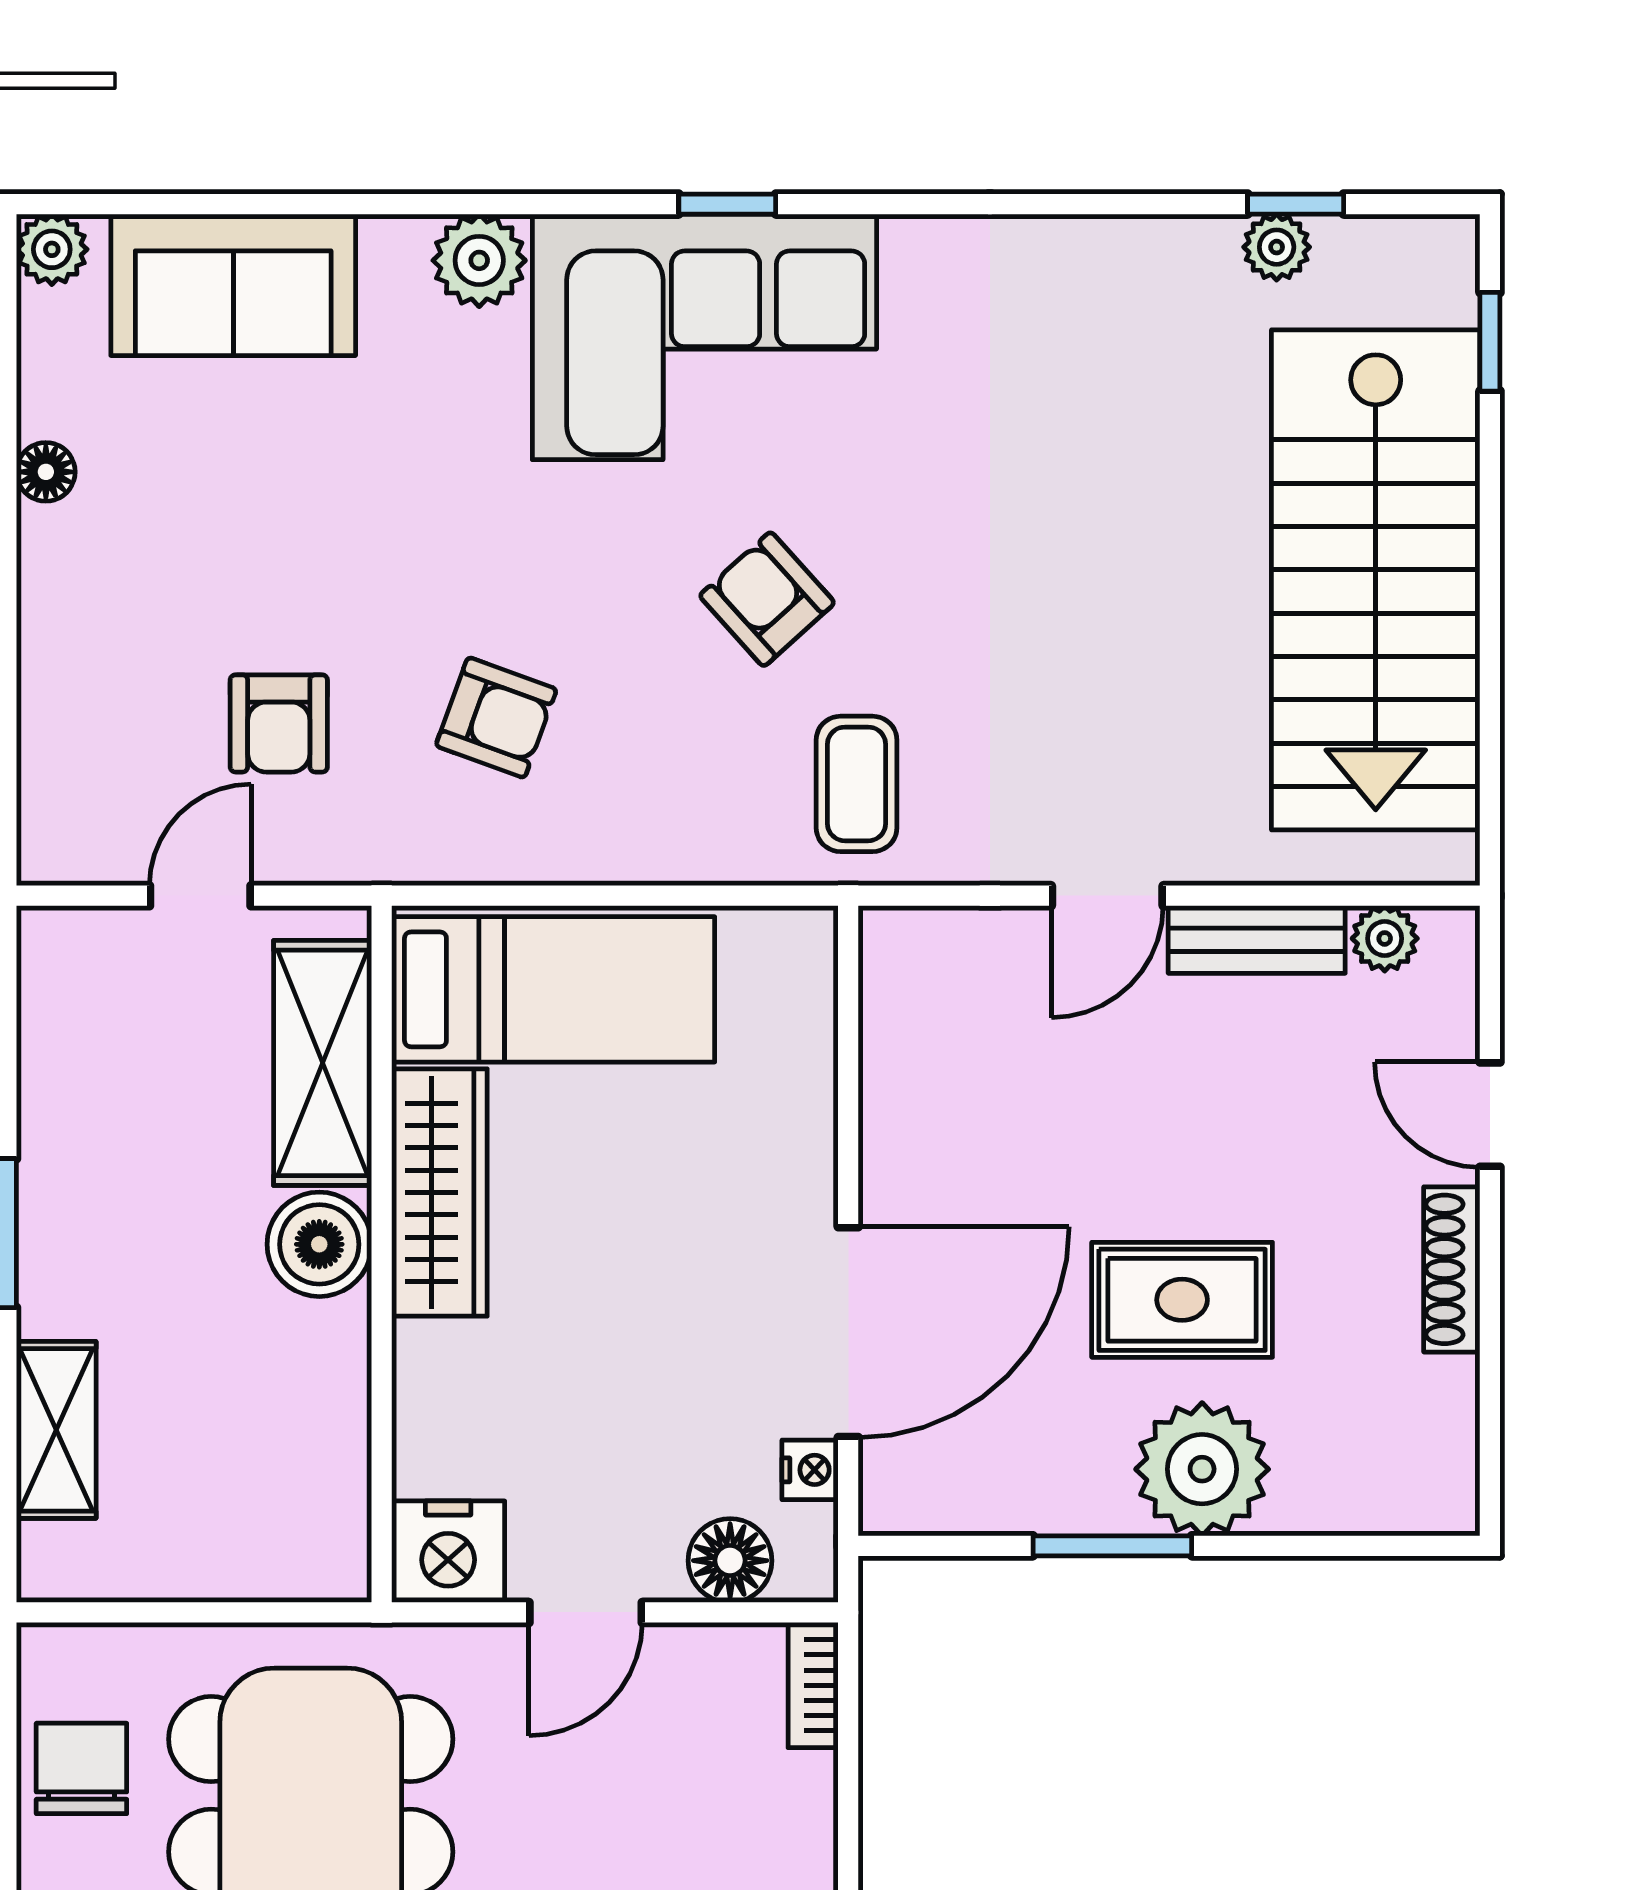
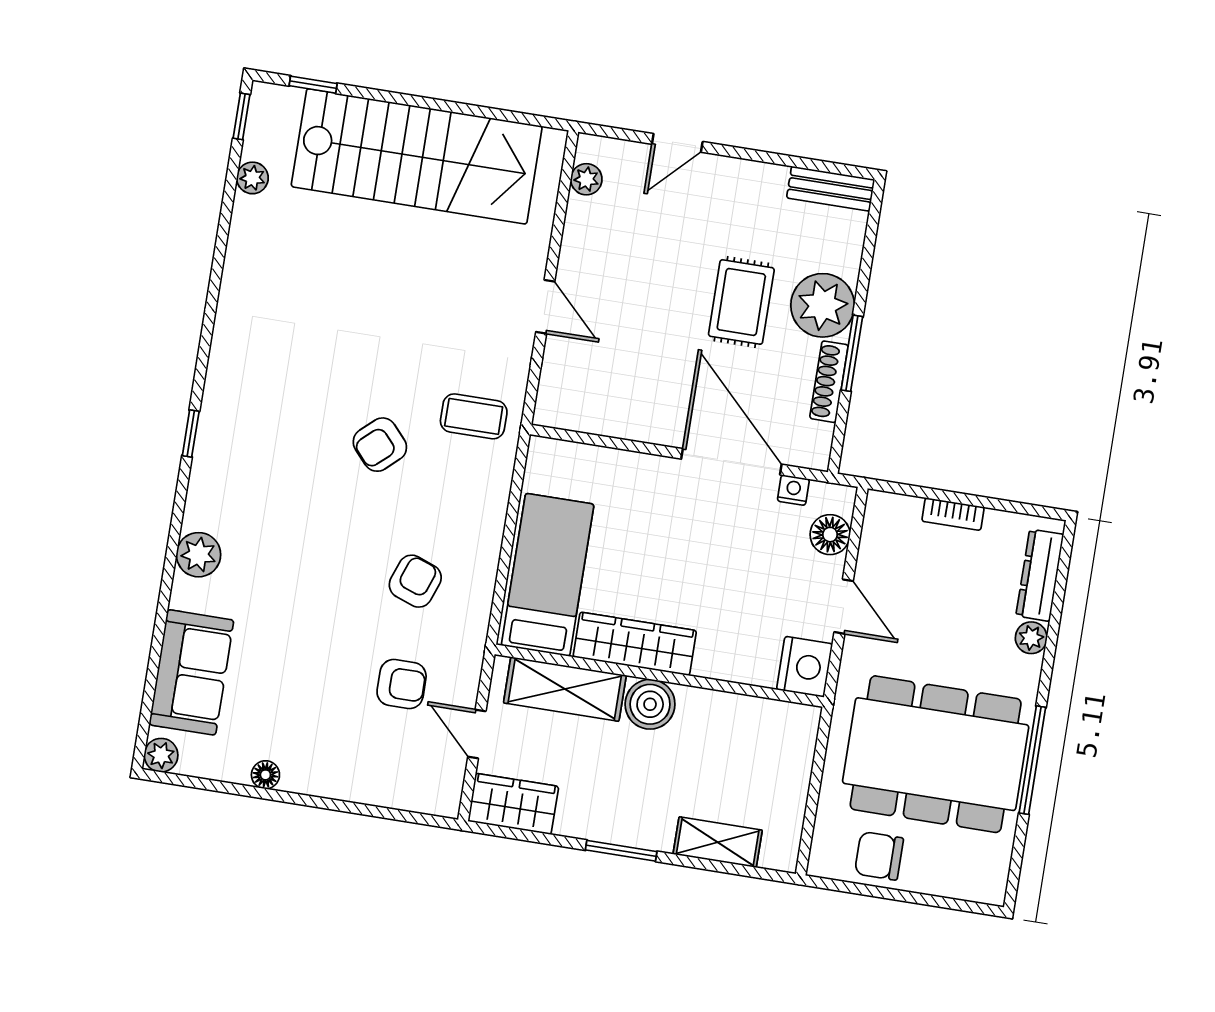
window: (1296, 204) -> (241, 116), moved
corner sofa: (704, 337) -> (252, 454), removed
bench: (1257, 940) -> (831, 189), moved, turned 90
wardrobe: (68, 994) -> (513, 804), added
shoe rack: (1452, 1269) -> (829, 382), moved, turned 90
bookcase: (813, 1685) -> (953, 514), moved

